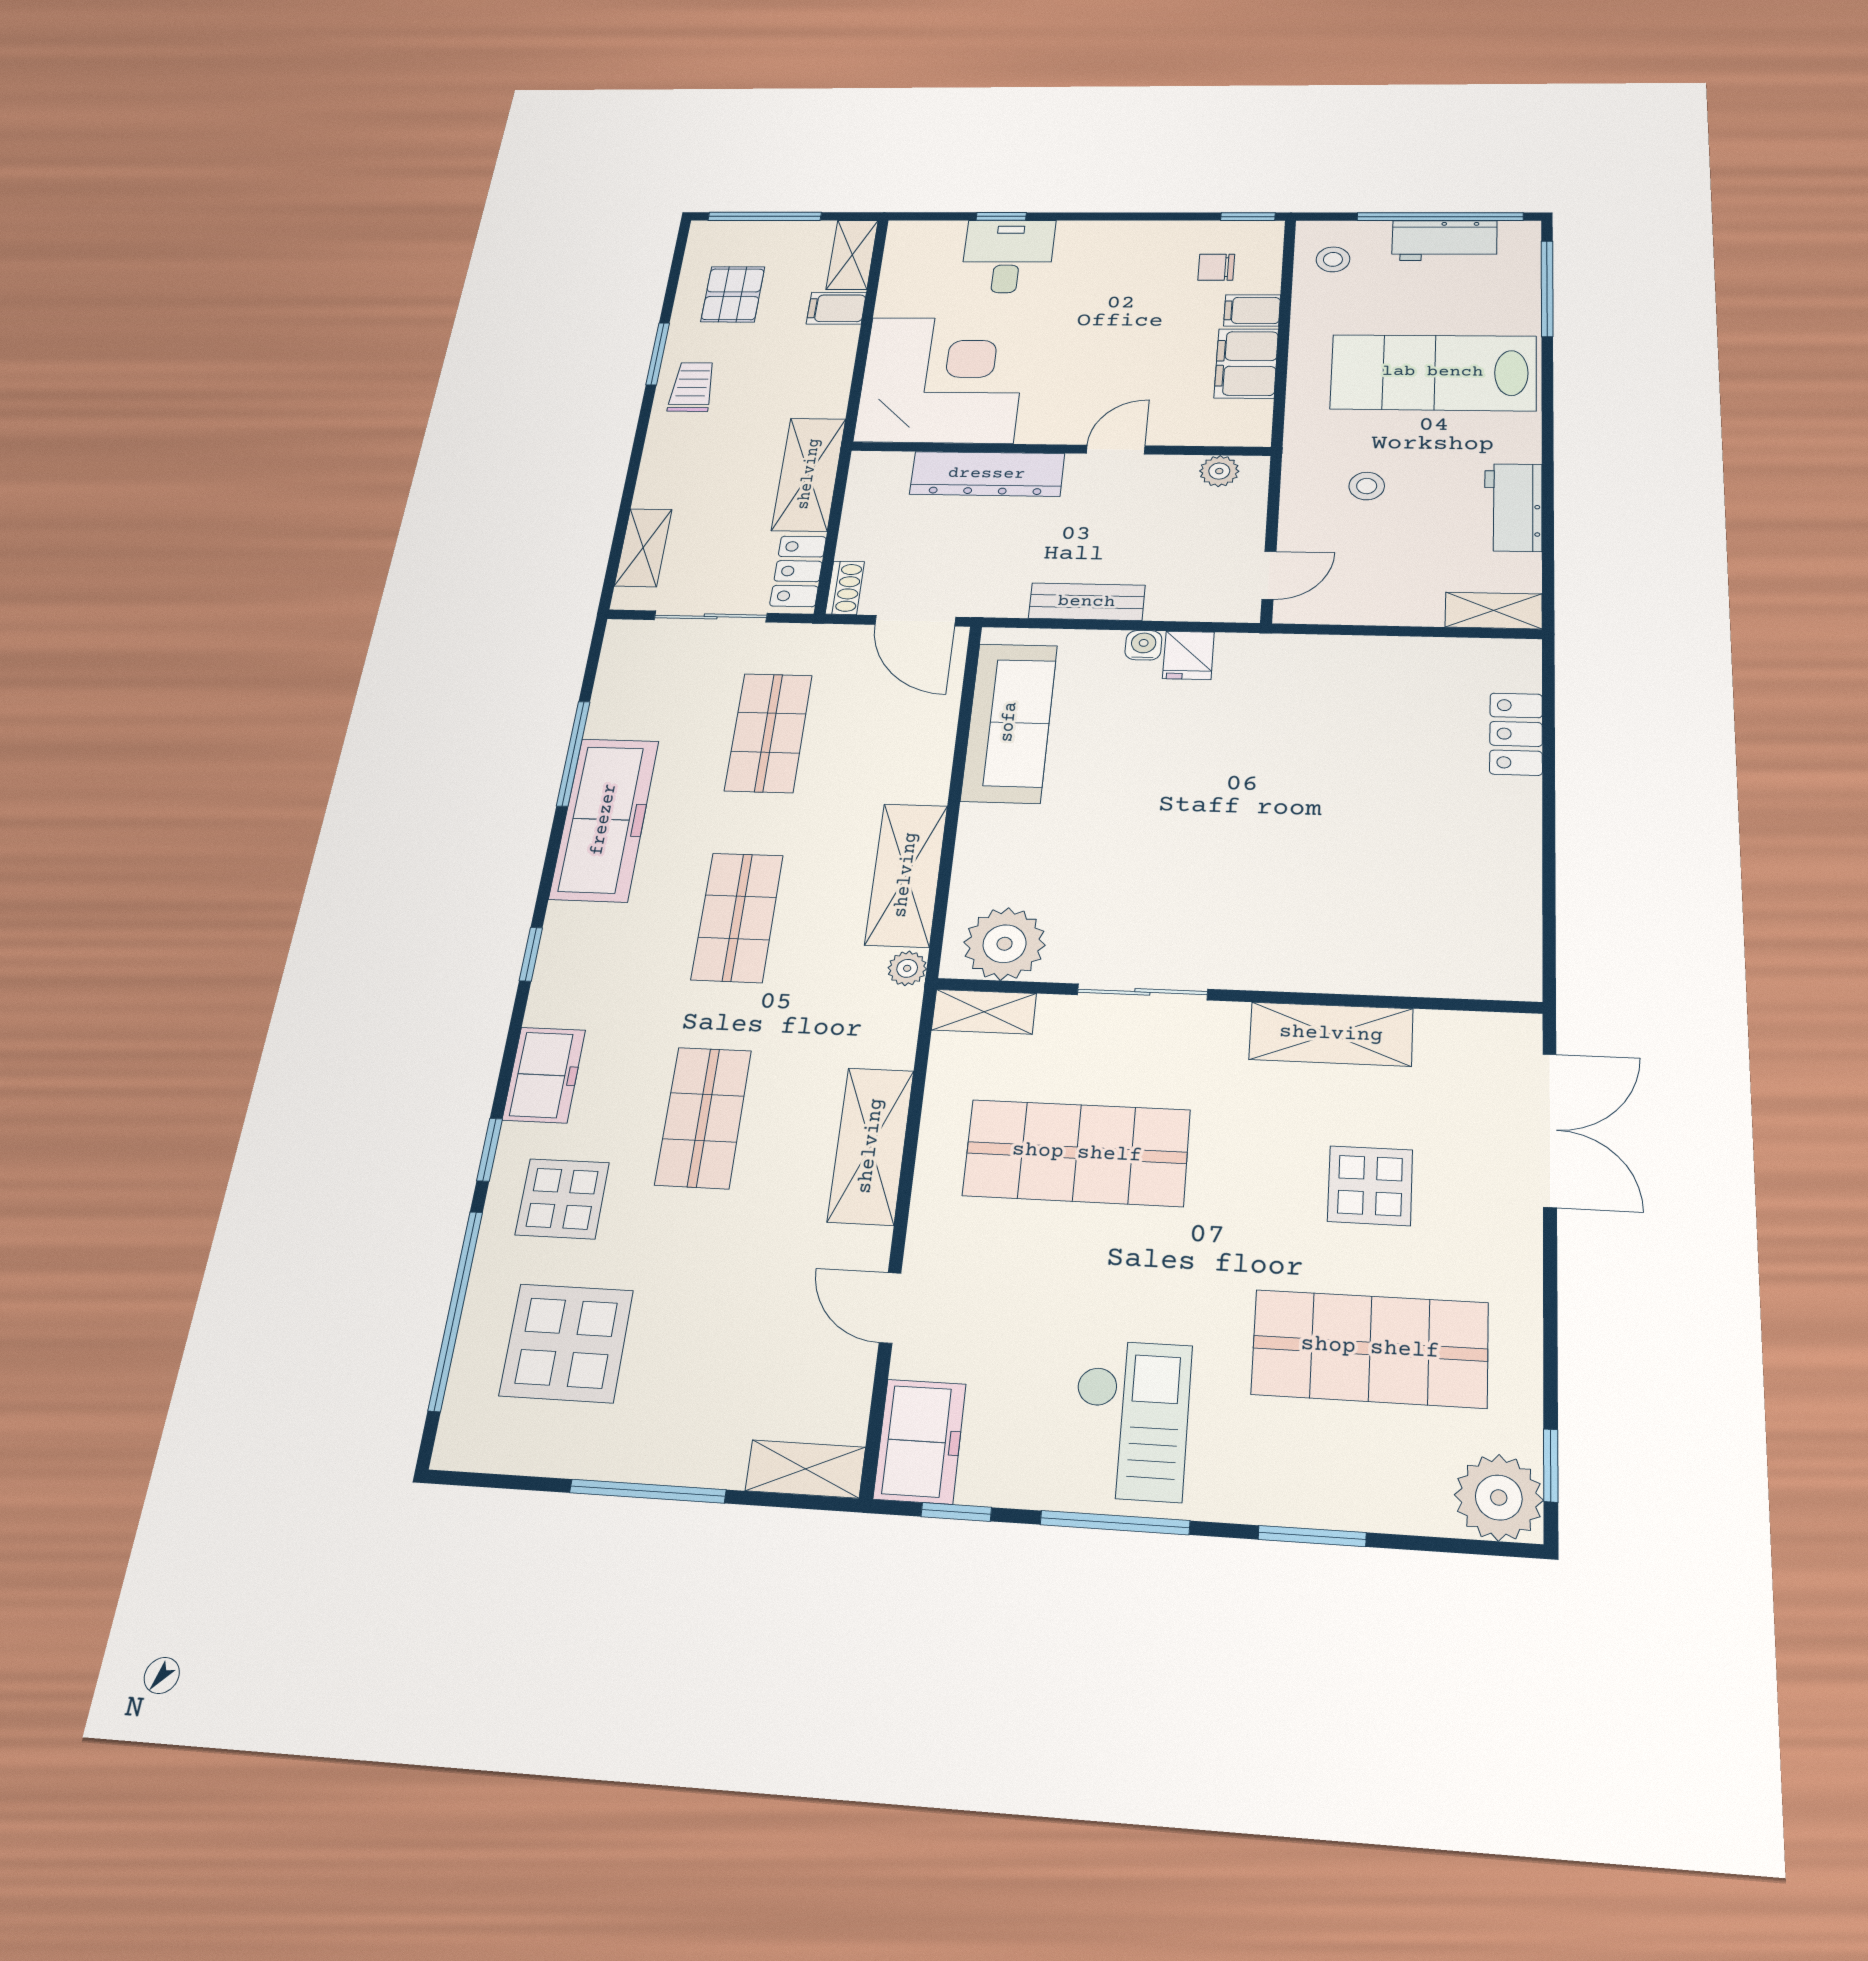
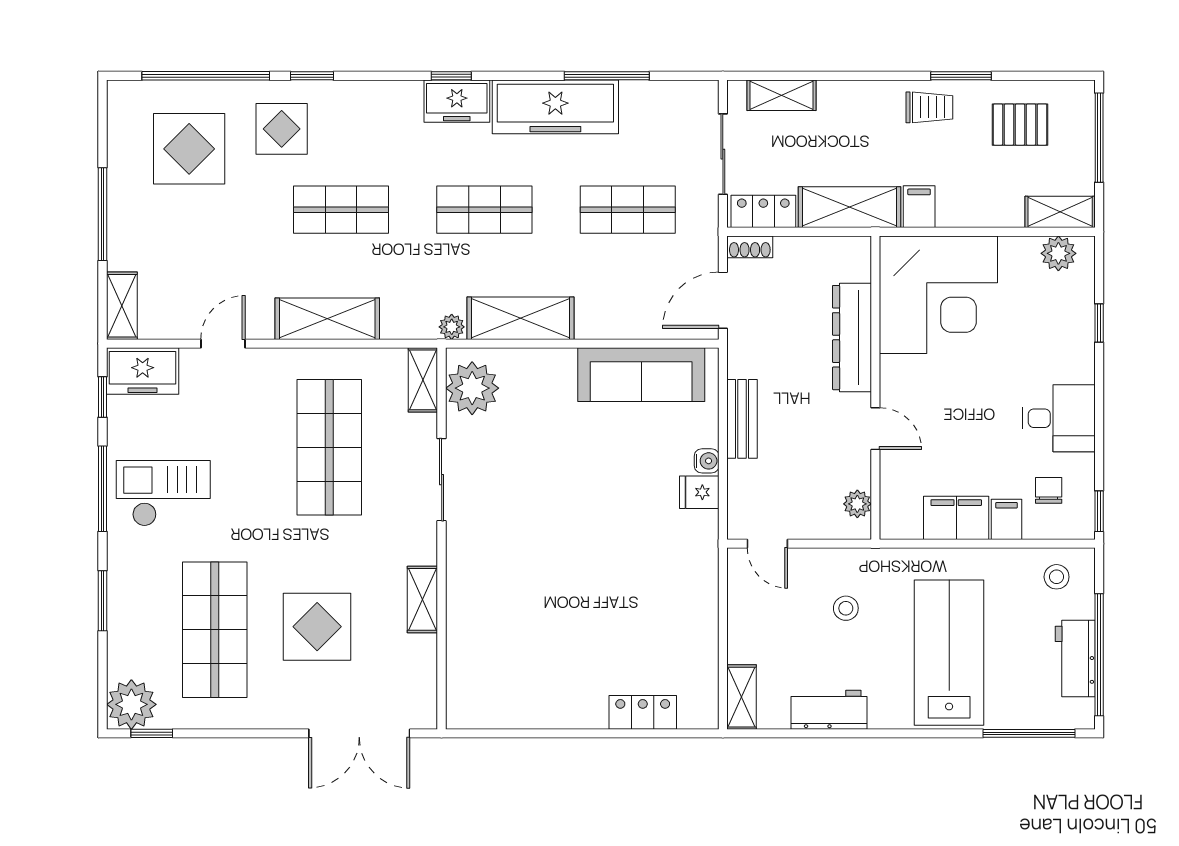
plant: (905, 256) -> (1058, 253), added
desk: (1008, 256) -> (1059, 418), moved
filing cabinet: (836, 308) -> (919, 207), moved
shelving: (1331, 1034) -> (422, 599), width x0.67, depth x0.75
freezer: (544, 1075) -> (457, 101), moved
display table: (1370, 1186) -> (317, 627), width x1.36, depth x1.36
checkout: (1131, 1420) -> (163, 493), turned 180

